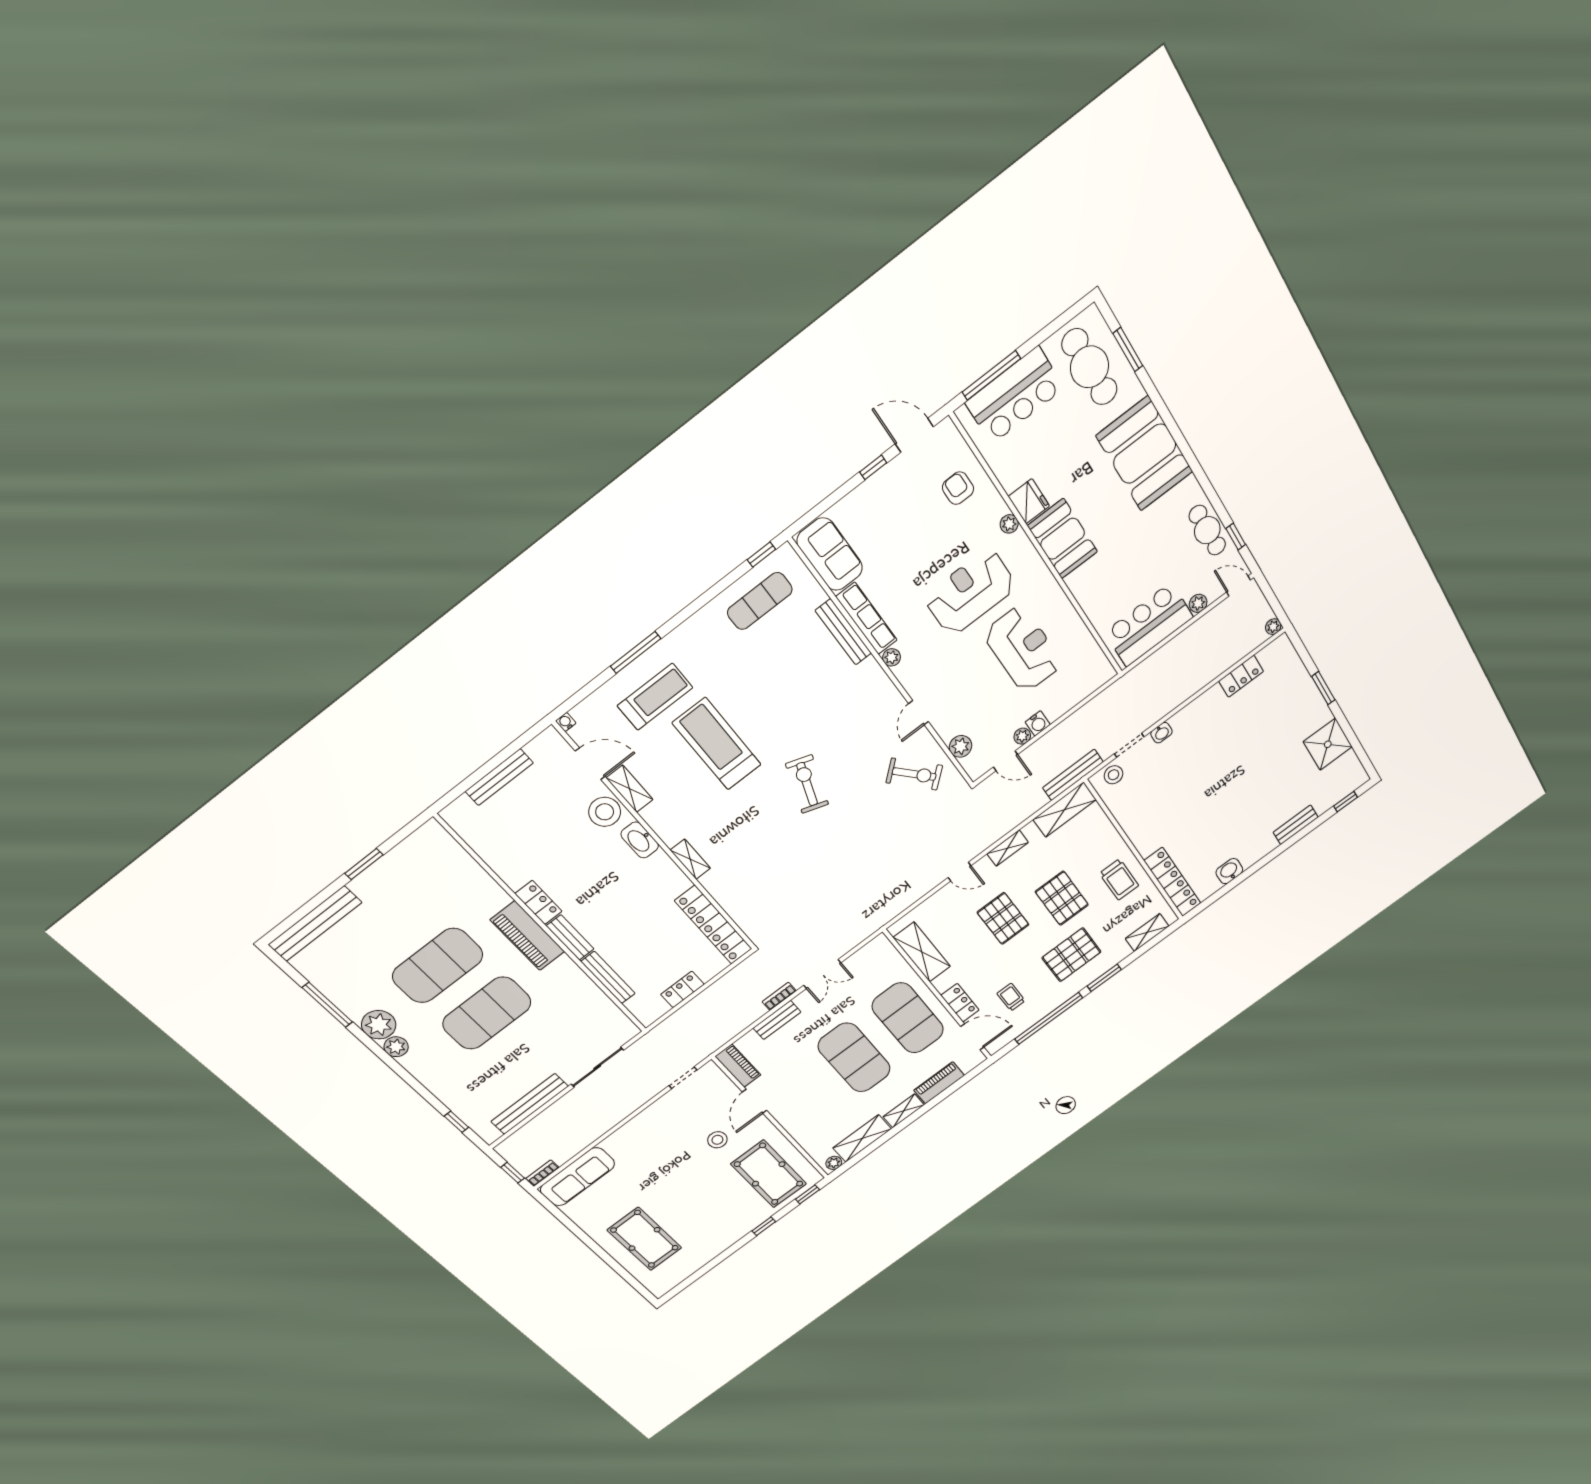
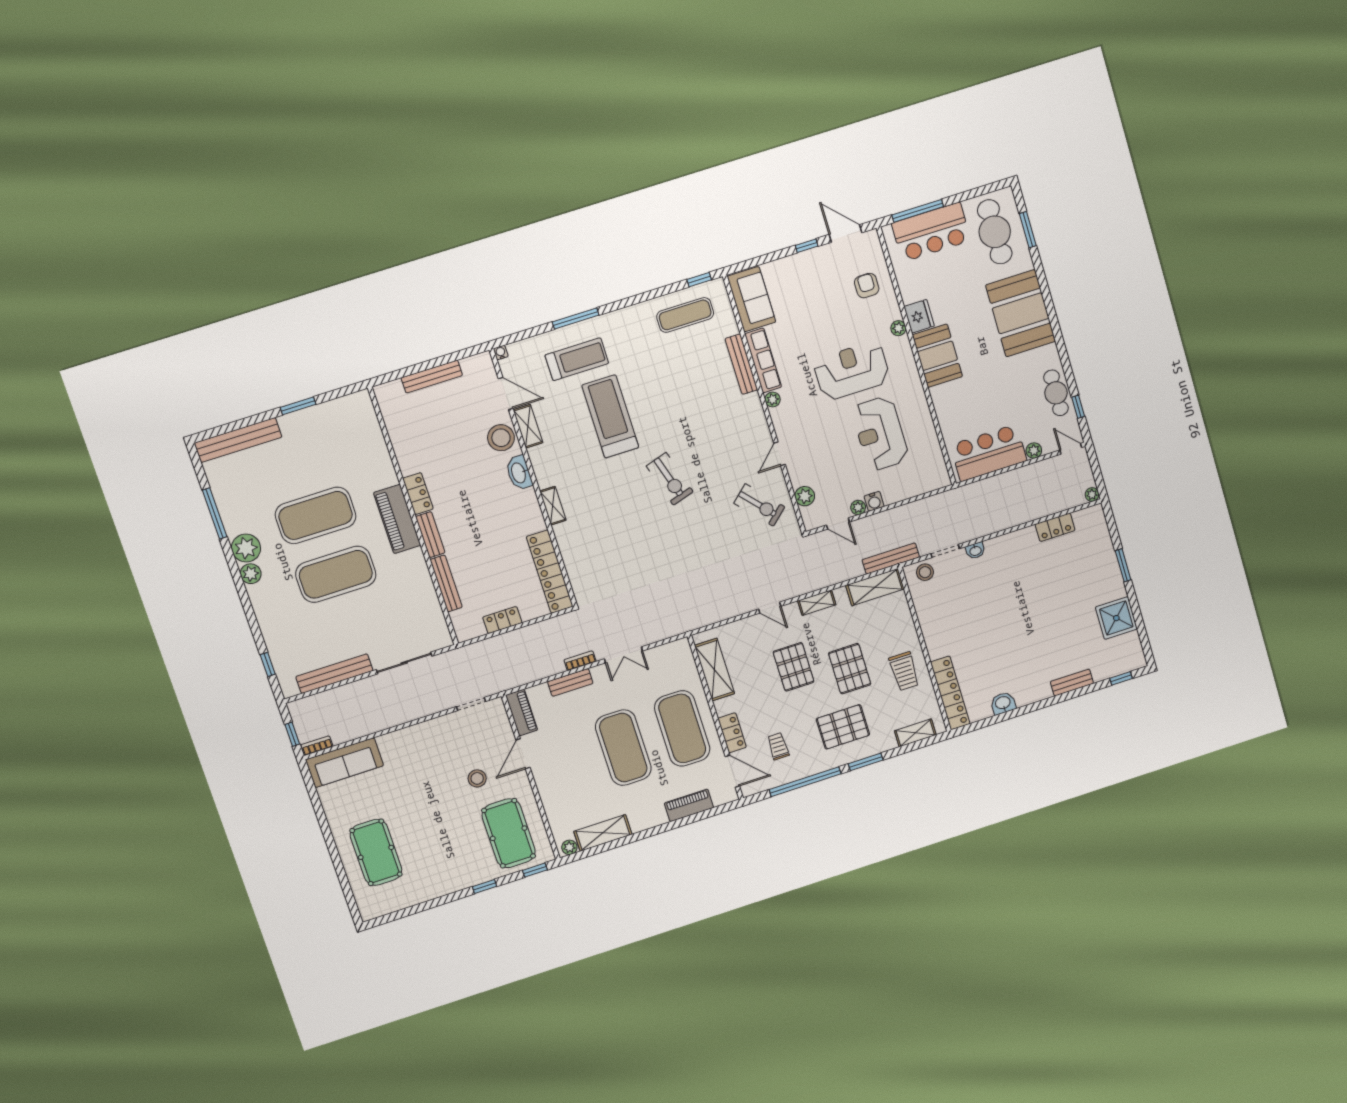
reception desk: (1023, 649) -> (880, 434), turned 180
exercise bike: (807, 784) -> (670, 479), turned 144
shelving: (904, 1111) -> (649, 820), removed

